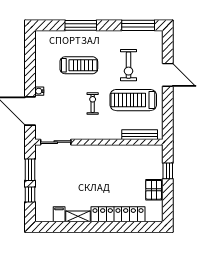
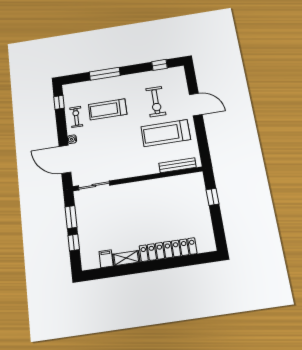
window: (138, 25) -> (159, 65), width x0.46
window: (30, 49) -> (59, 102), added
treadmill: (79, 65) -> (108, 109), turned 180
exercise bike: (93, 103) -> (76, 117), moved
pallet: (154, 190) -> (201, 218), removed

